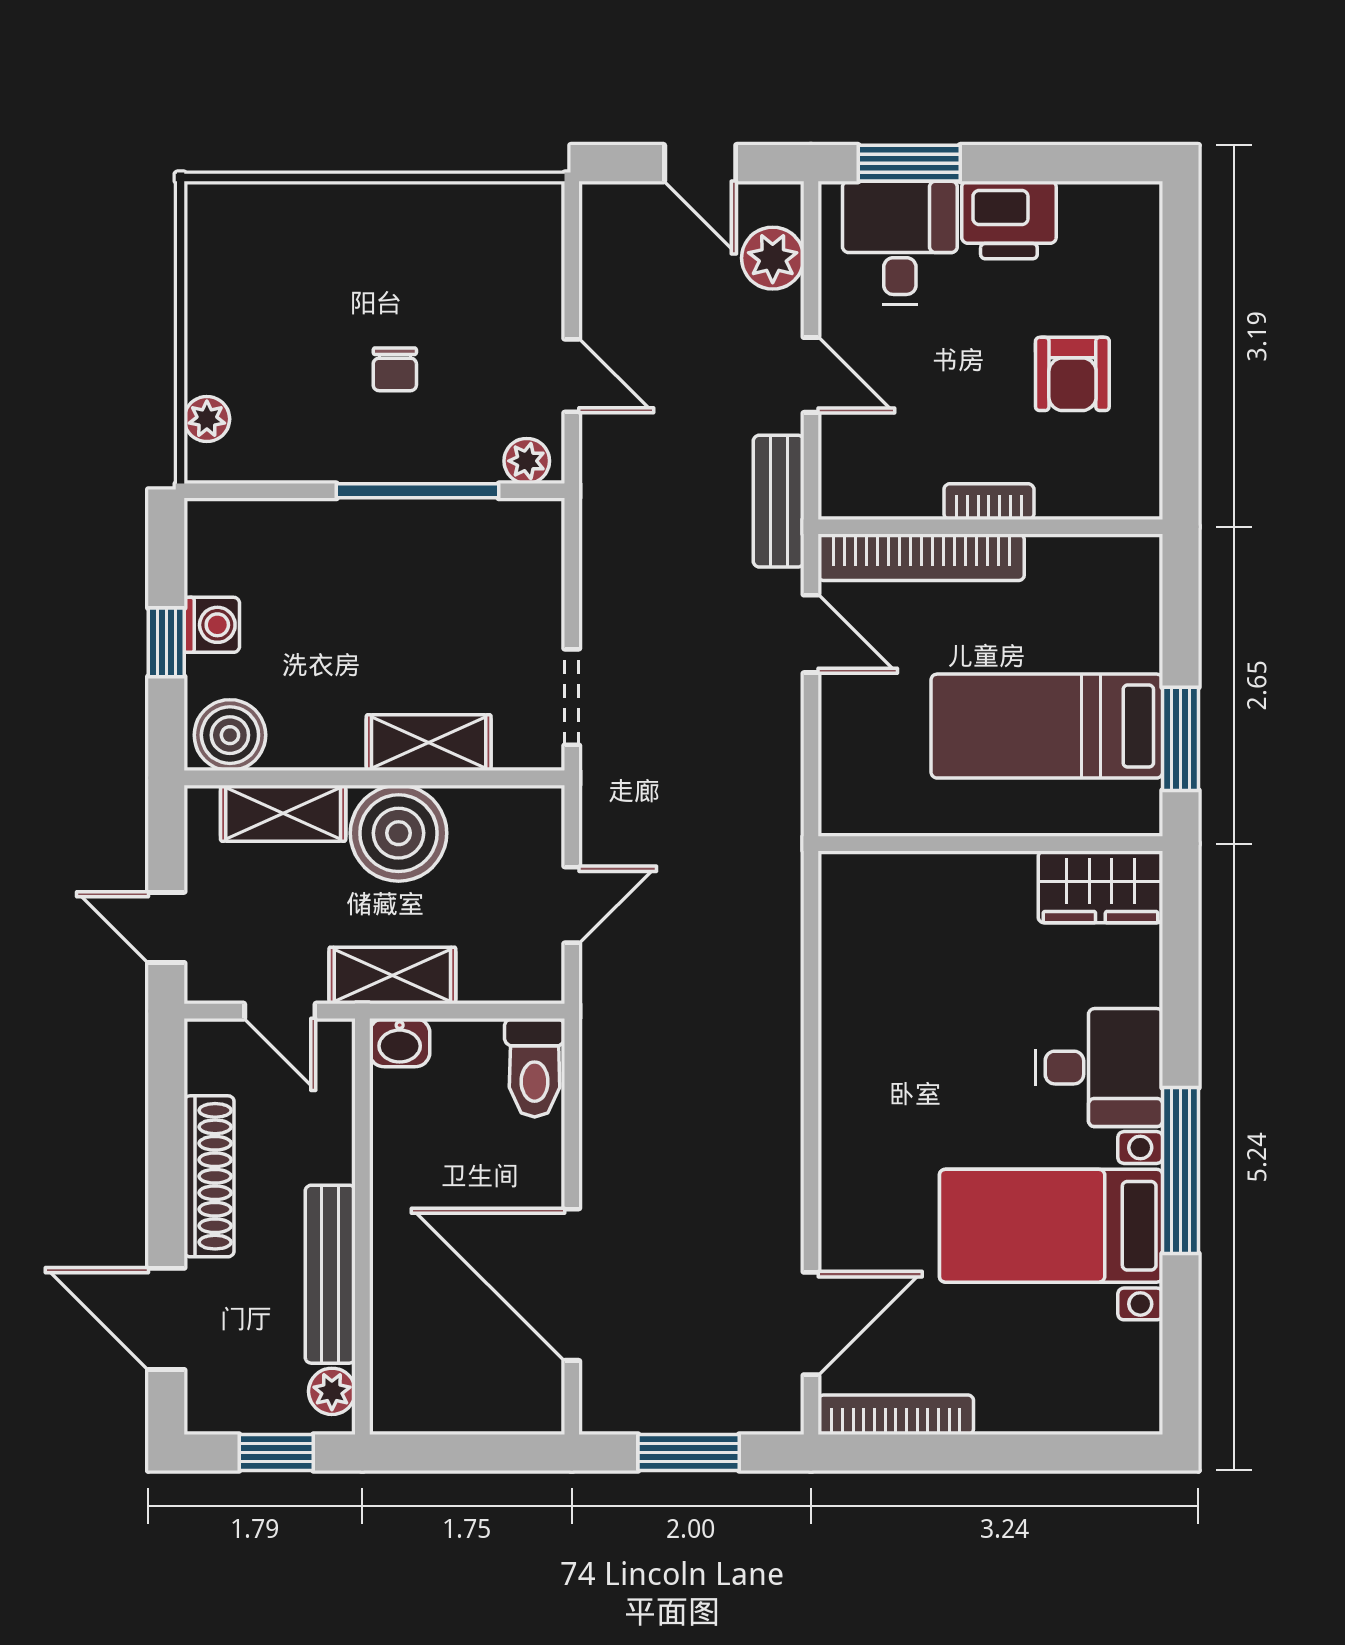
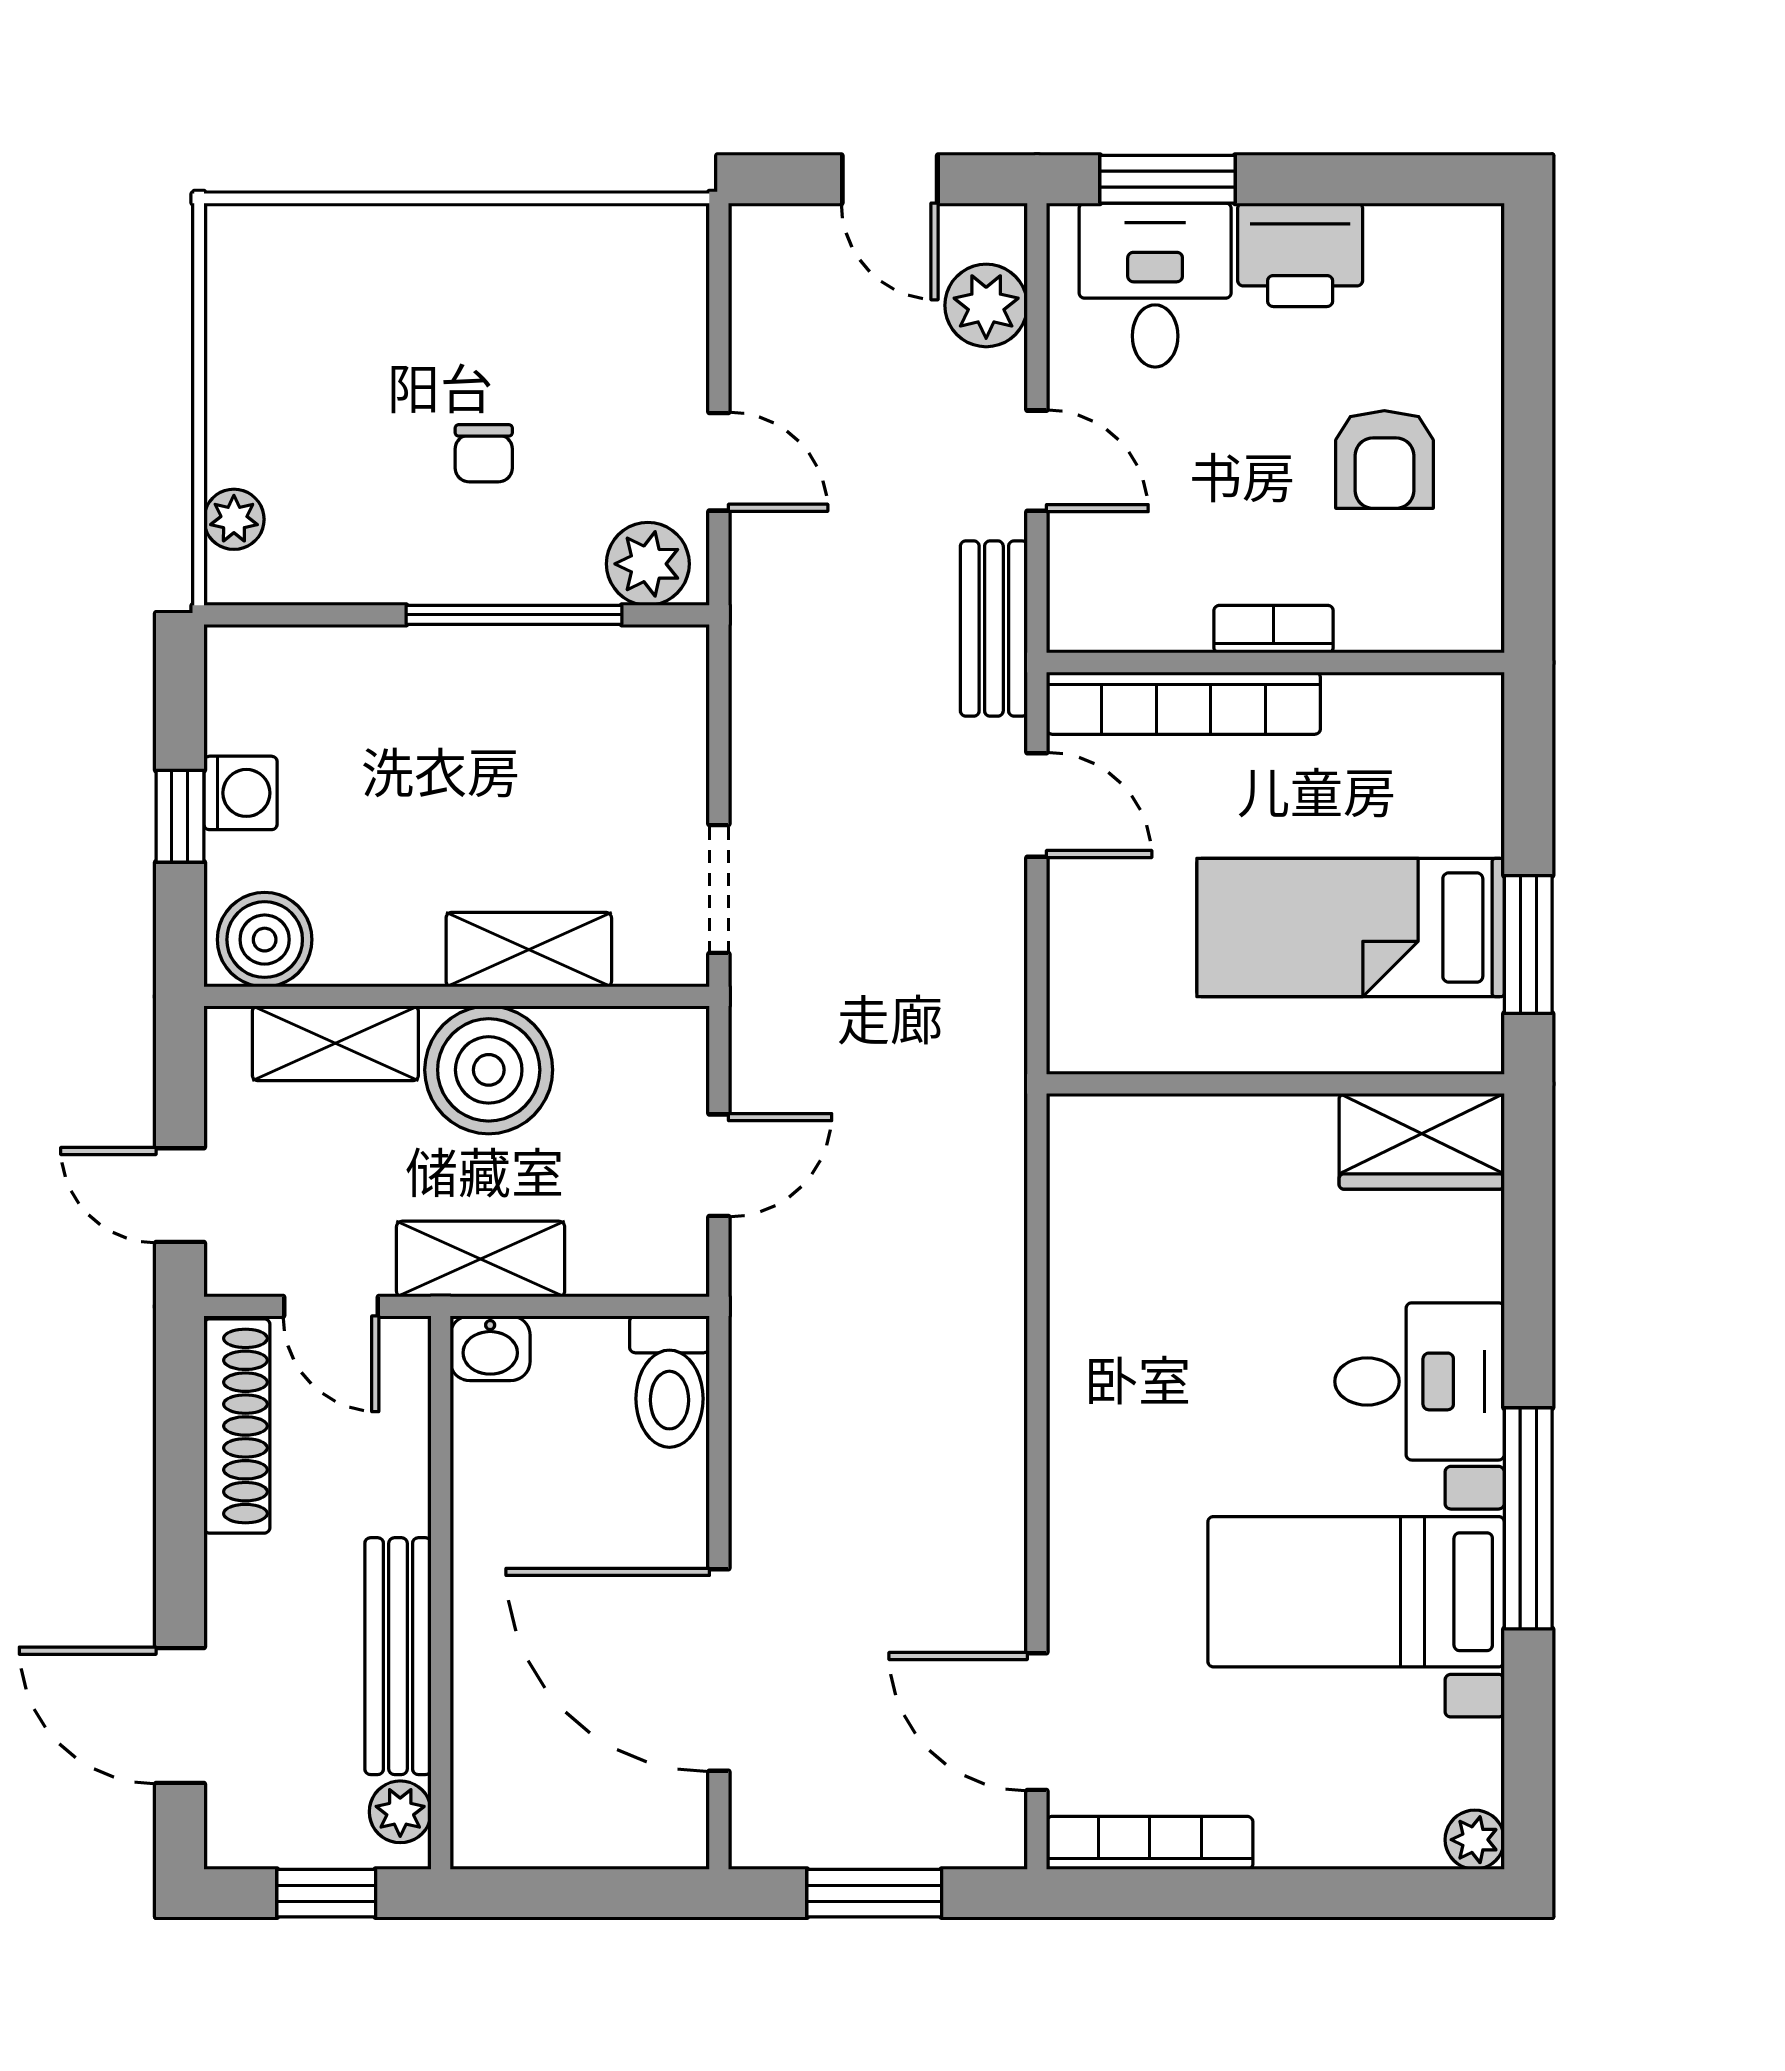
plant: (527, 461) -> (648, 564), width x1.38, depth x1.38
shoe rack: (209, 1176) -> (237, 1426), moved
door: (811, 1323) -> (1037, 1722), swing flipped
plant: (1140, 1412) -> (1475, 1840), added

